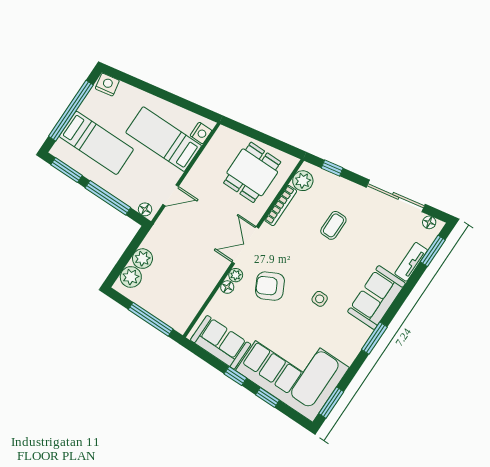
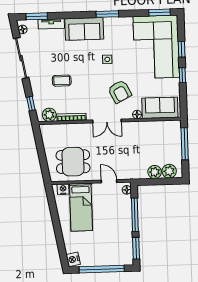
bed: (96, 143) -> (109, 242), removed
dining table: (252, 172) -> (73, 162), moved
plant: (236, 275) -> (127, 115), removed
sofa: (221, 342) -> (160, 108), moved, turned 90

